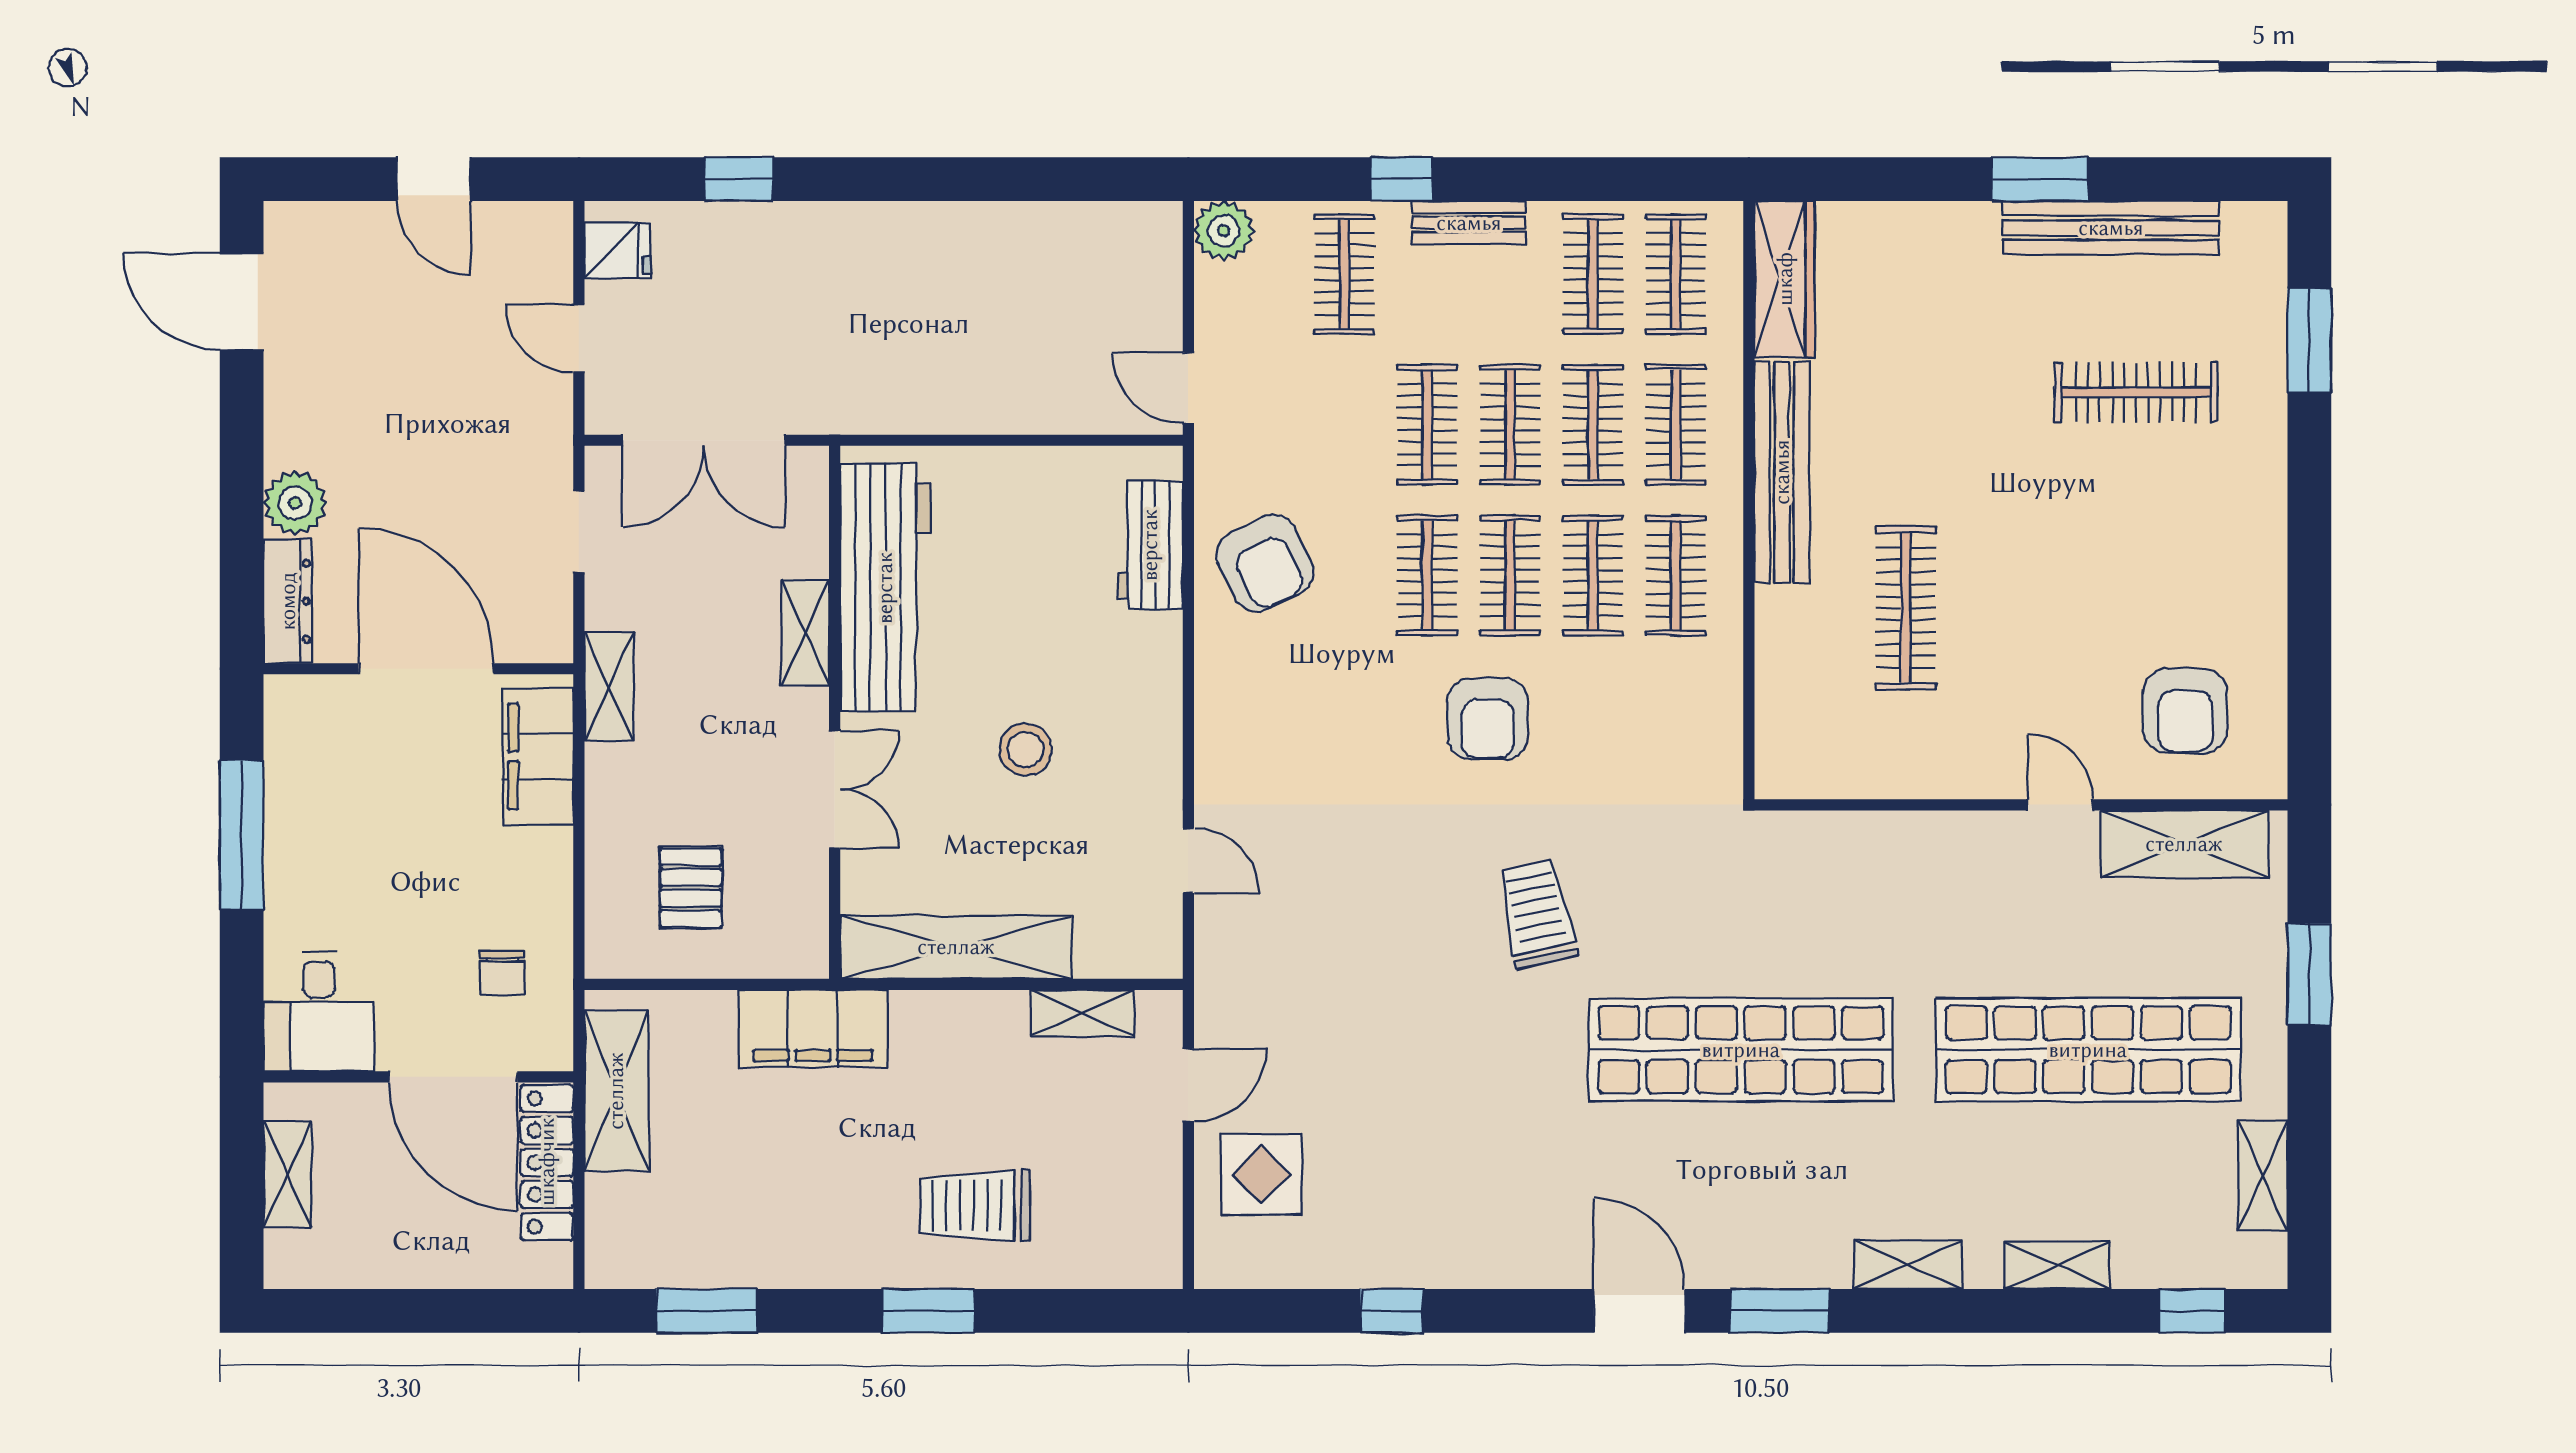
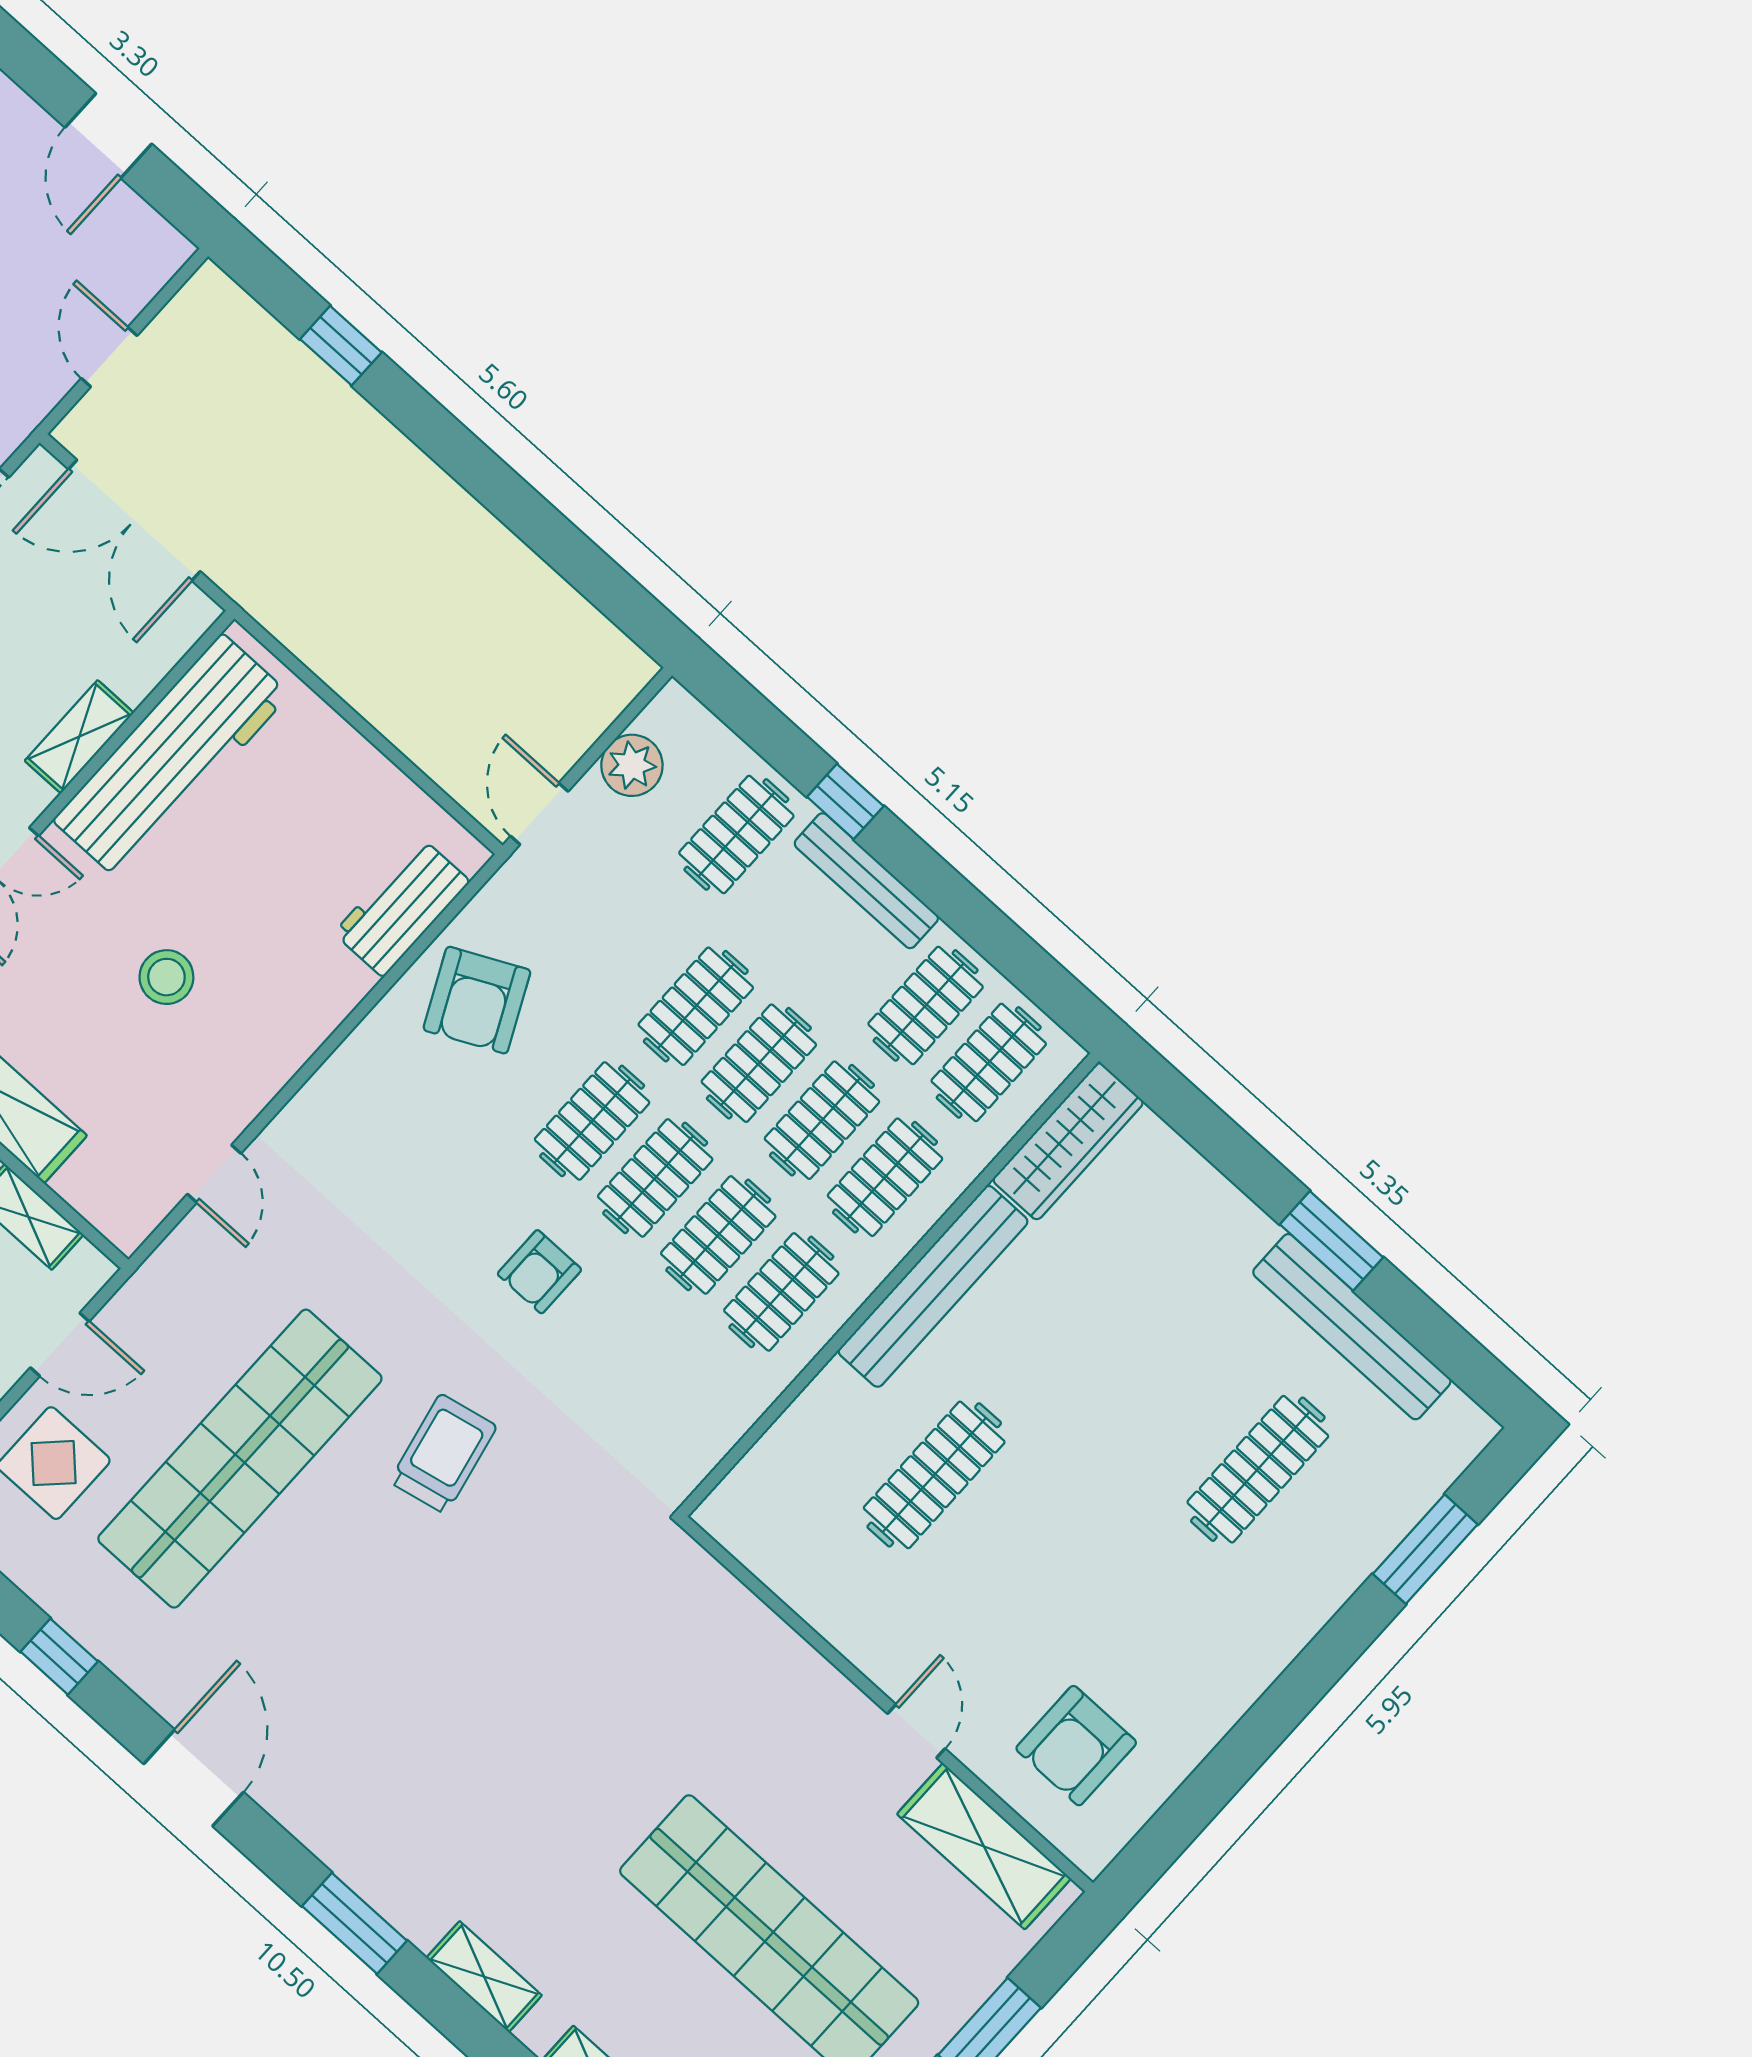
bench: (1469, 223) -> (866, 881), width x1.36
plant: (1224, 231) -> (632, 765), moved
fridge: (617, 250) -> (199, 316), removed
clothes rail: (2136, 392) -> (1258, 1469), turned 90
armchair: (1488, 719) -> (539, 1272), width x0.72, depth x0.72
shop shelf: (1741, 1050) -> (240, 1459), moved, turned 90
door: (1639, 1311) -> (194, 1778), moved

